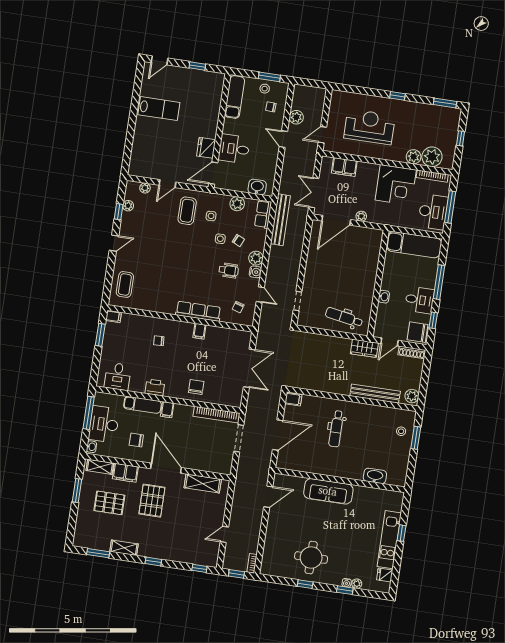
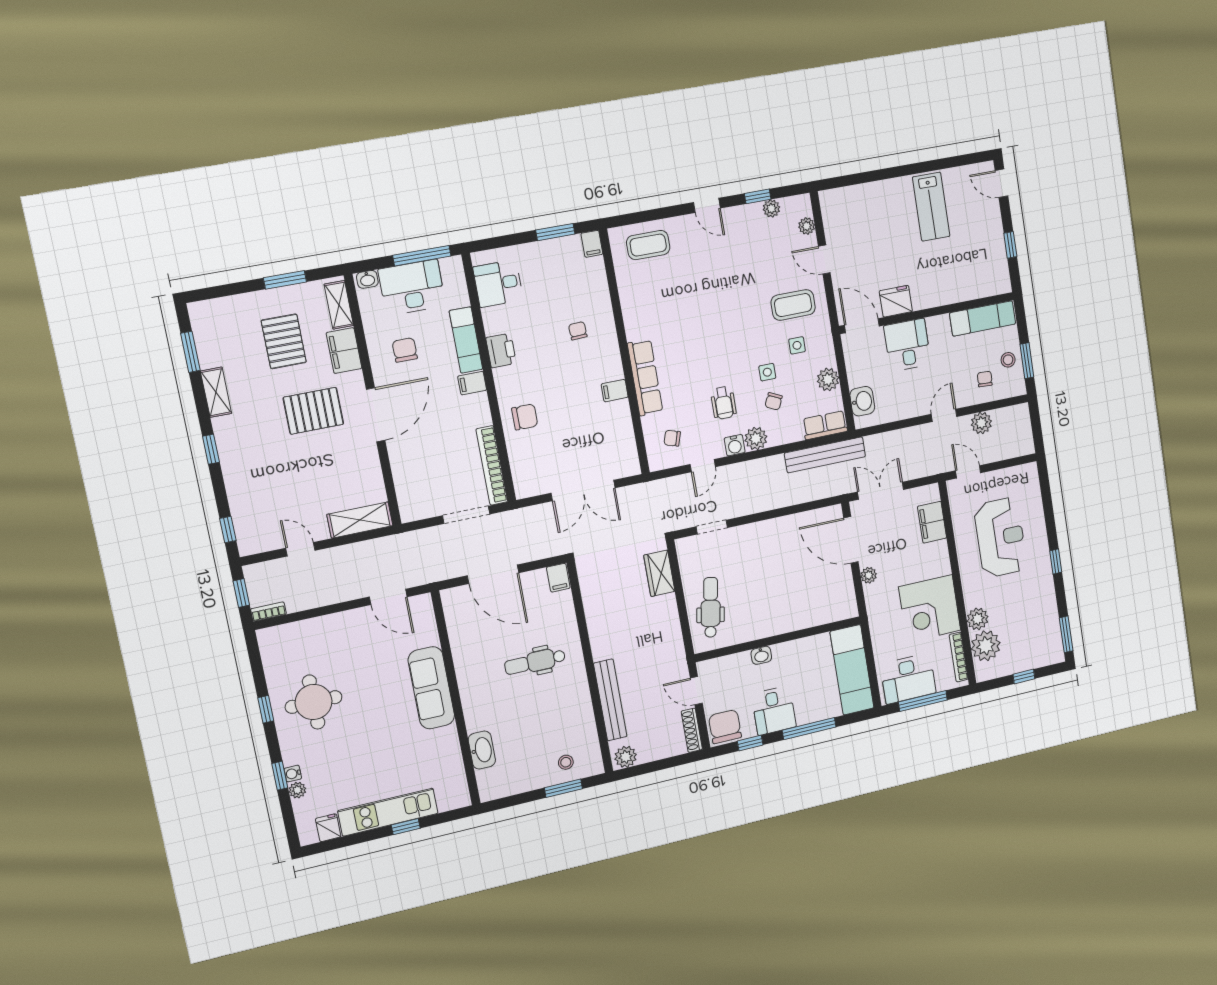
wardrobe: (364, 348) -> (659, 573), moved
shelving: (203, 483) -> (360, 520), moved, turned 90

